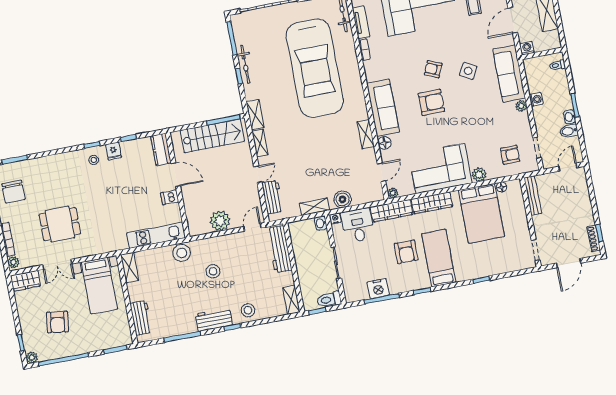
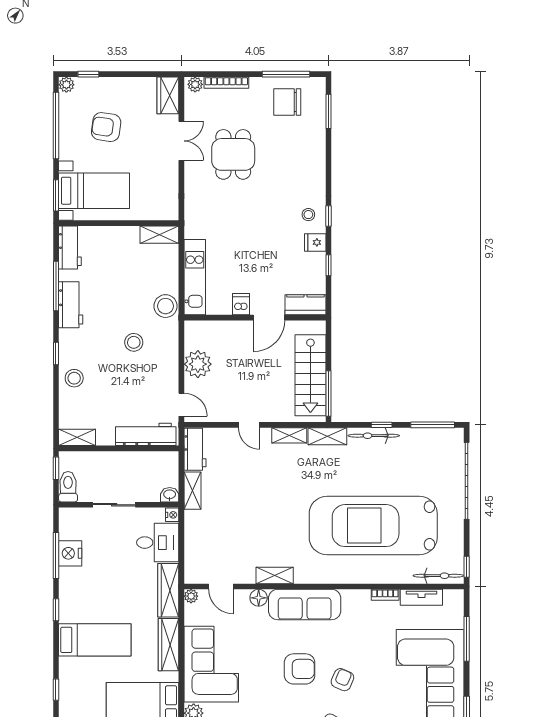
bicycle: (245, 64) -> (374, 436), moved
armchair: (431, 102) -> (300, 669), turned -90
workbench: (273, 197) -> (195, 449), moved, turned -90
boiler: (343, 199) -> (195, 529), removed
armchair: (406, 252) -> (111, 599), removed
double door: (57, 264) -> (181, 141), swing flipped
bed with nightstands: (99, 286) -> (94, 191), moved, turned 180
workbench: (141, 318) -> (70, 247), moved, turned -90
workbench: (214, 319) -> (71, 305), moved

